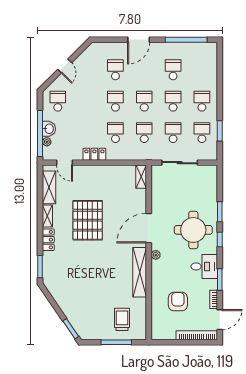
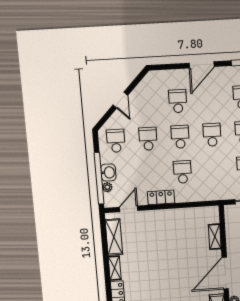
school desk: (144, 133) -> (148, 139), moved
door: (64, 163) -> (129, 209), swing flipped
shelving: (141, 177) -> (215, 237), moved
pallet: (88, 220) -> (159, 269), removed

